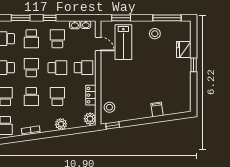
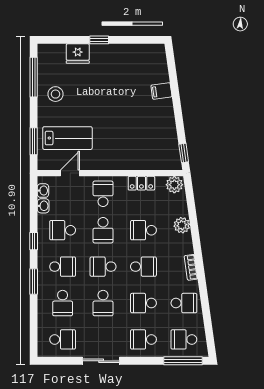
school desk: (57, 68) -> (103, 230), turned 180
stool: (109, 107) -> (158, 157), removed

